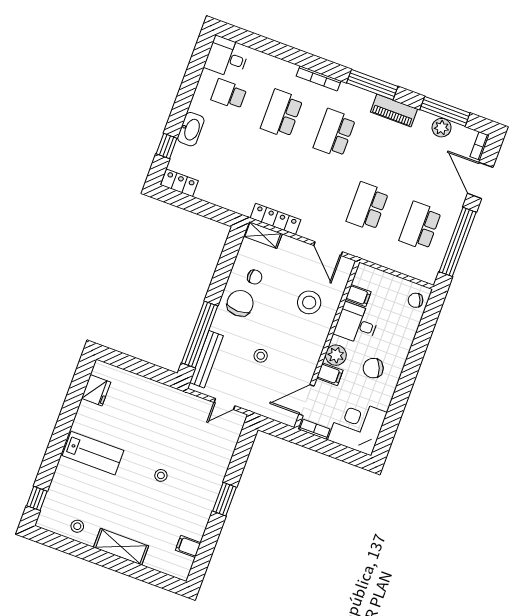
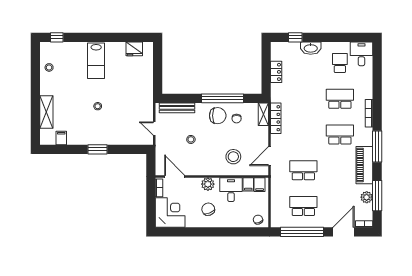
piano: (394, 111) -> (364, 165), width x1.37, depth x1.33
locker: (179, 183) -> (276, 72), moved
window: (200, 334) -> (222, 98), moved
filing cabinet: (330, 374) -> (260, 185), moved
shelving: (121, 547) -> (46, 112), moved

